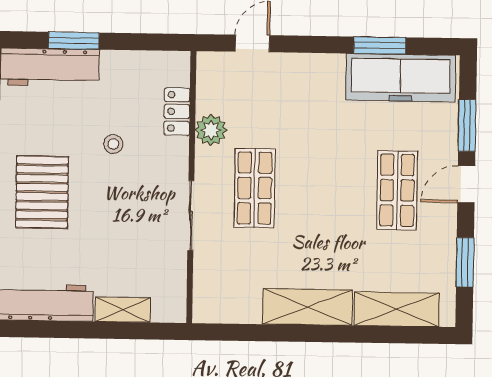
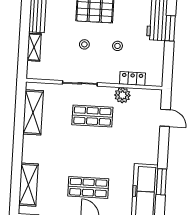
stool: (113, 210) -> (84, 44), added
shelving: (308, 307) -> (33, 112), moved

